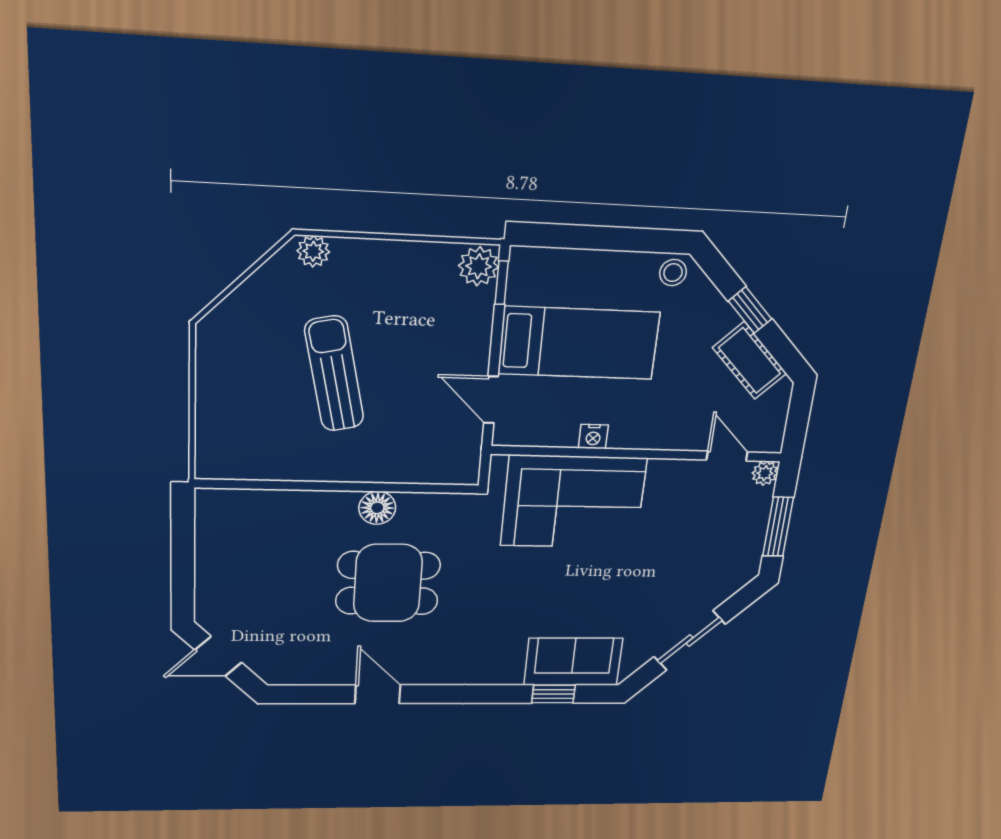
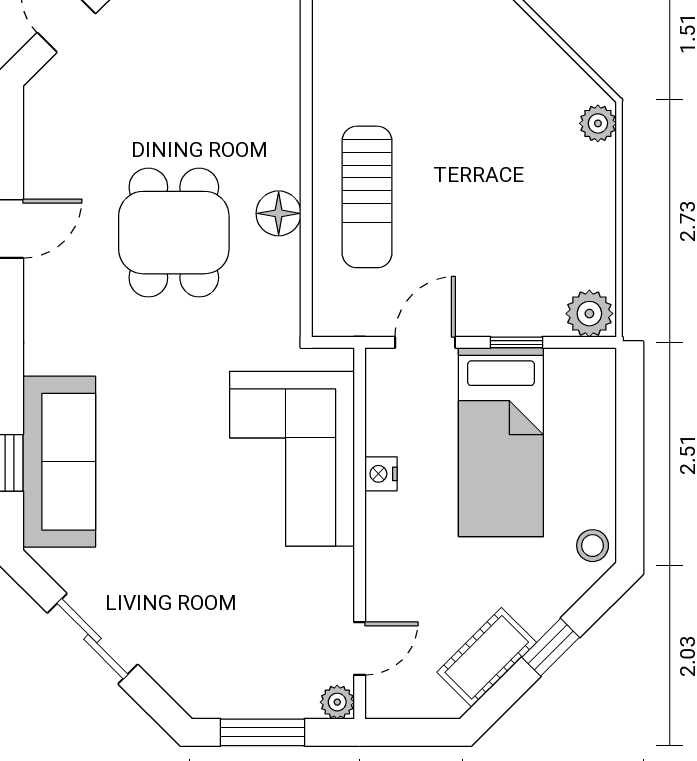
window: (502, 283) -> (516, 342), moved
sun lounger: (334, 374) -> (367, 197), moved, turned 102
sofa: (573, 662) -> (59, 462), width x1.36

